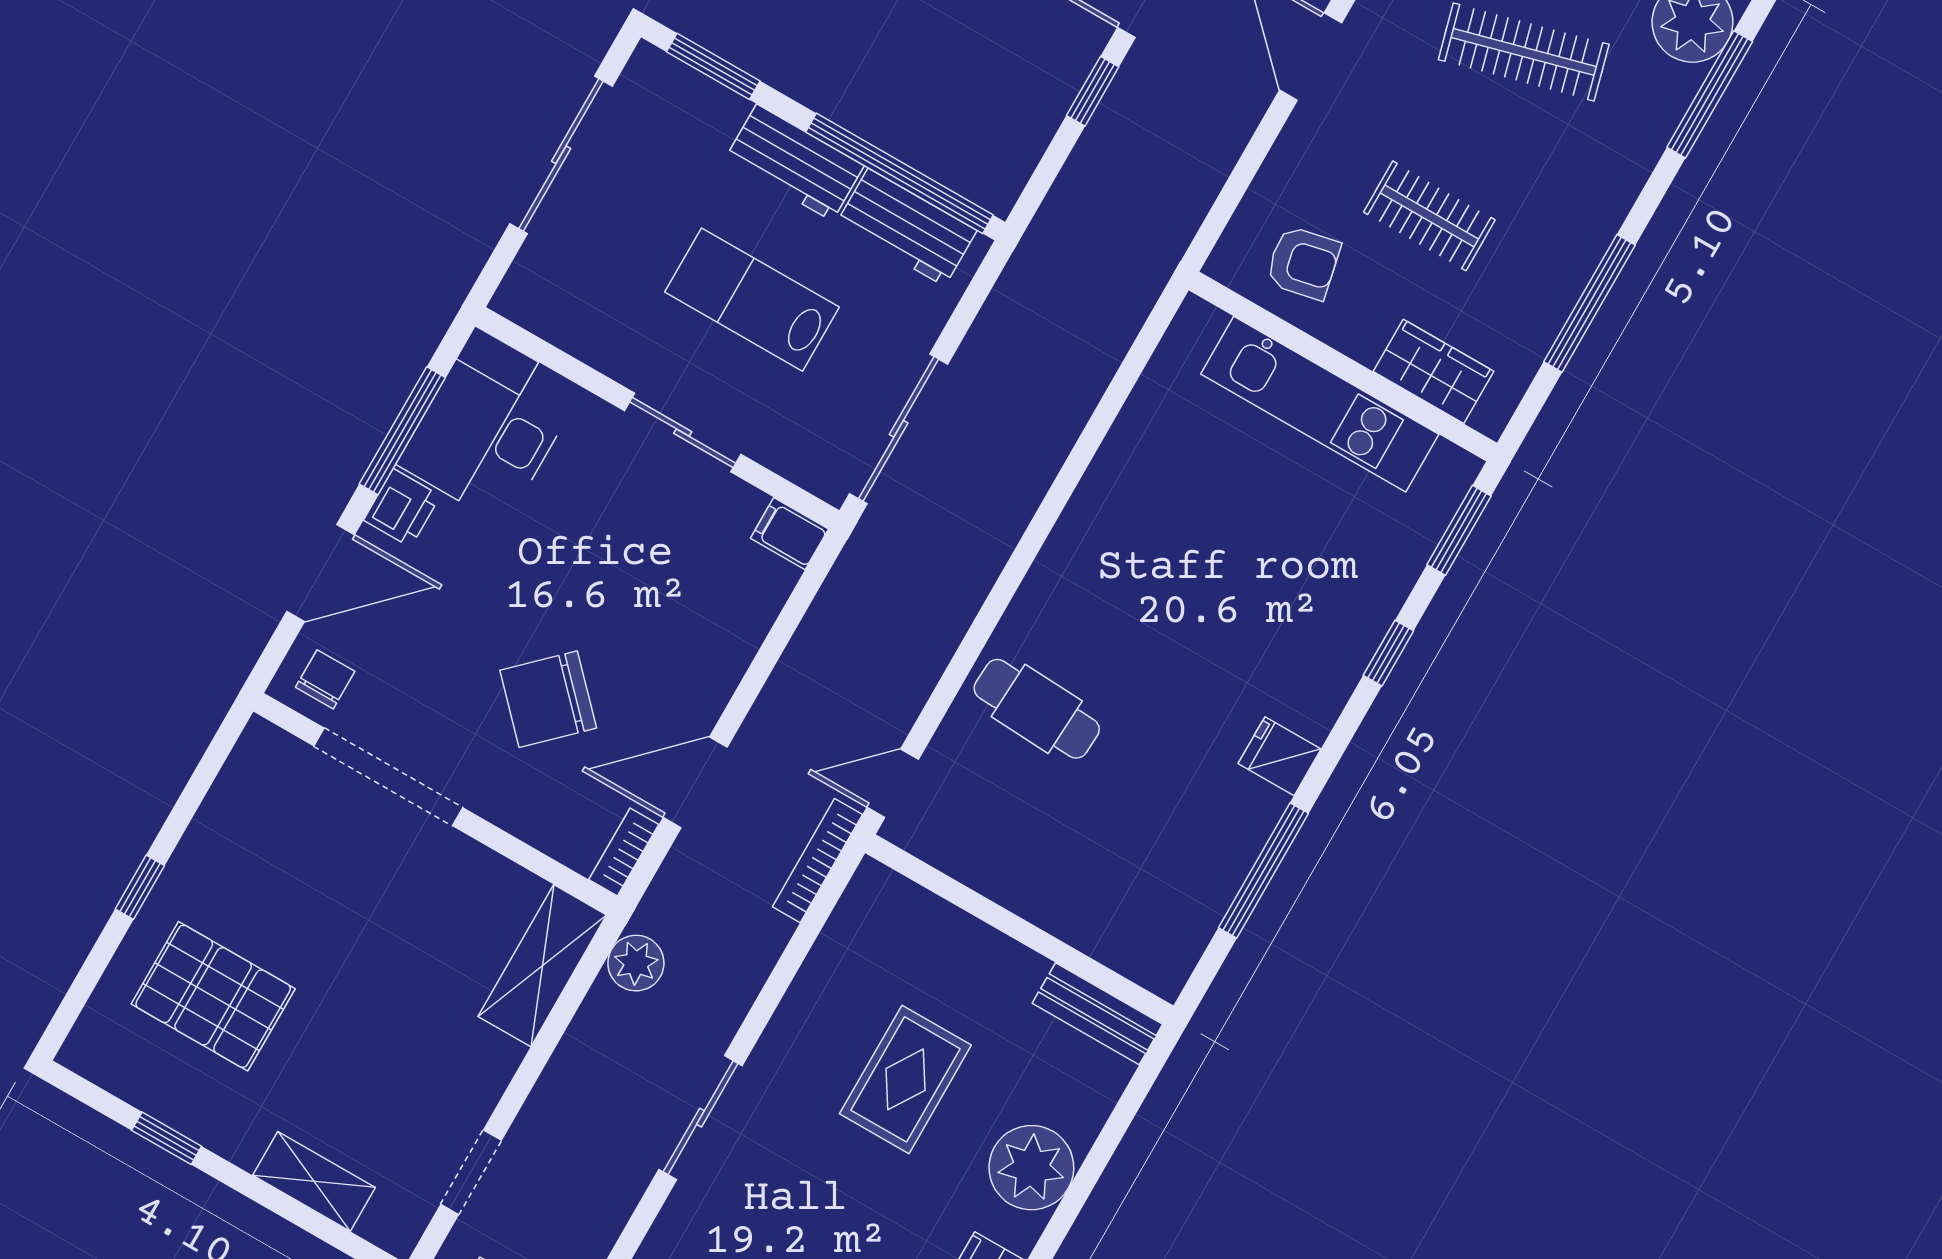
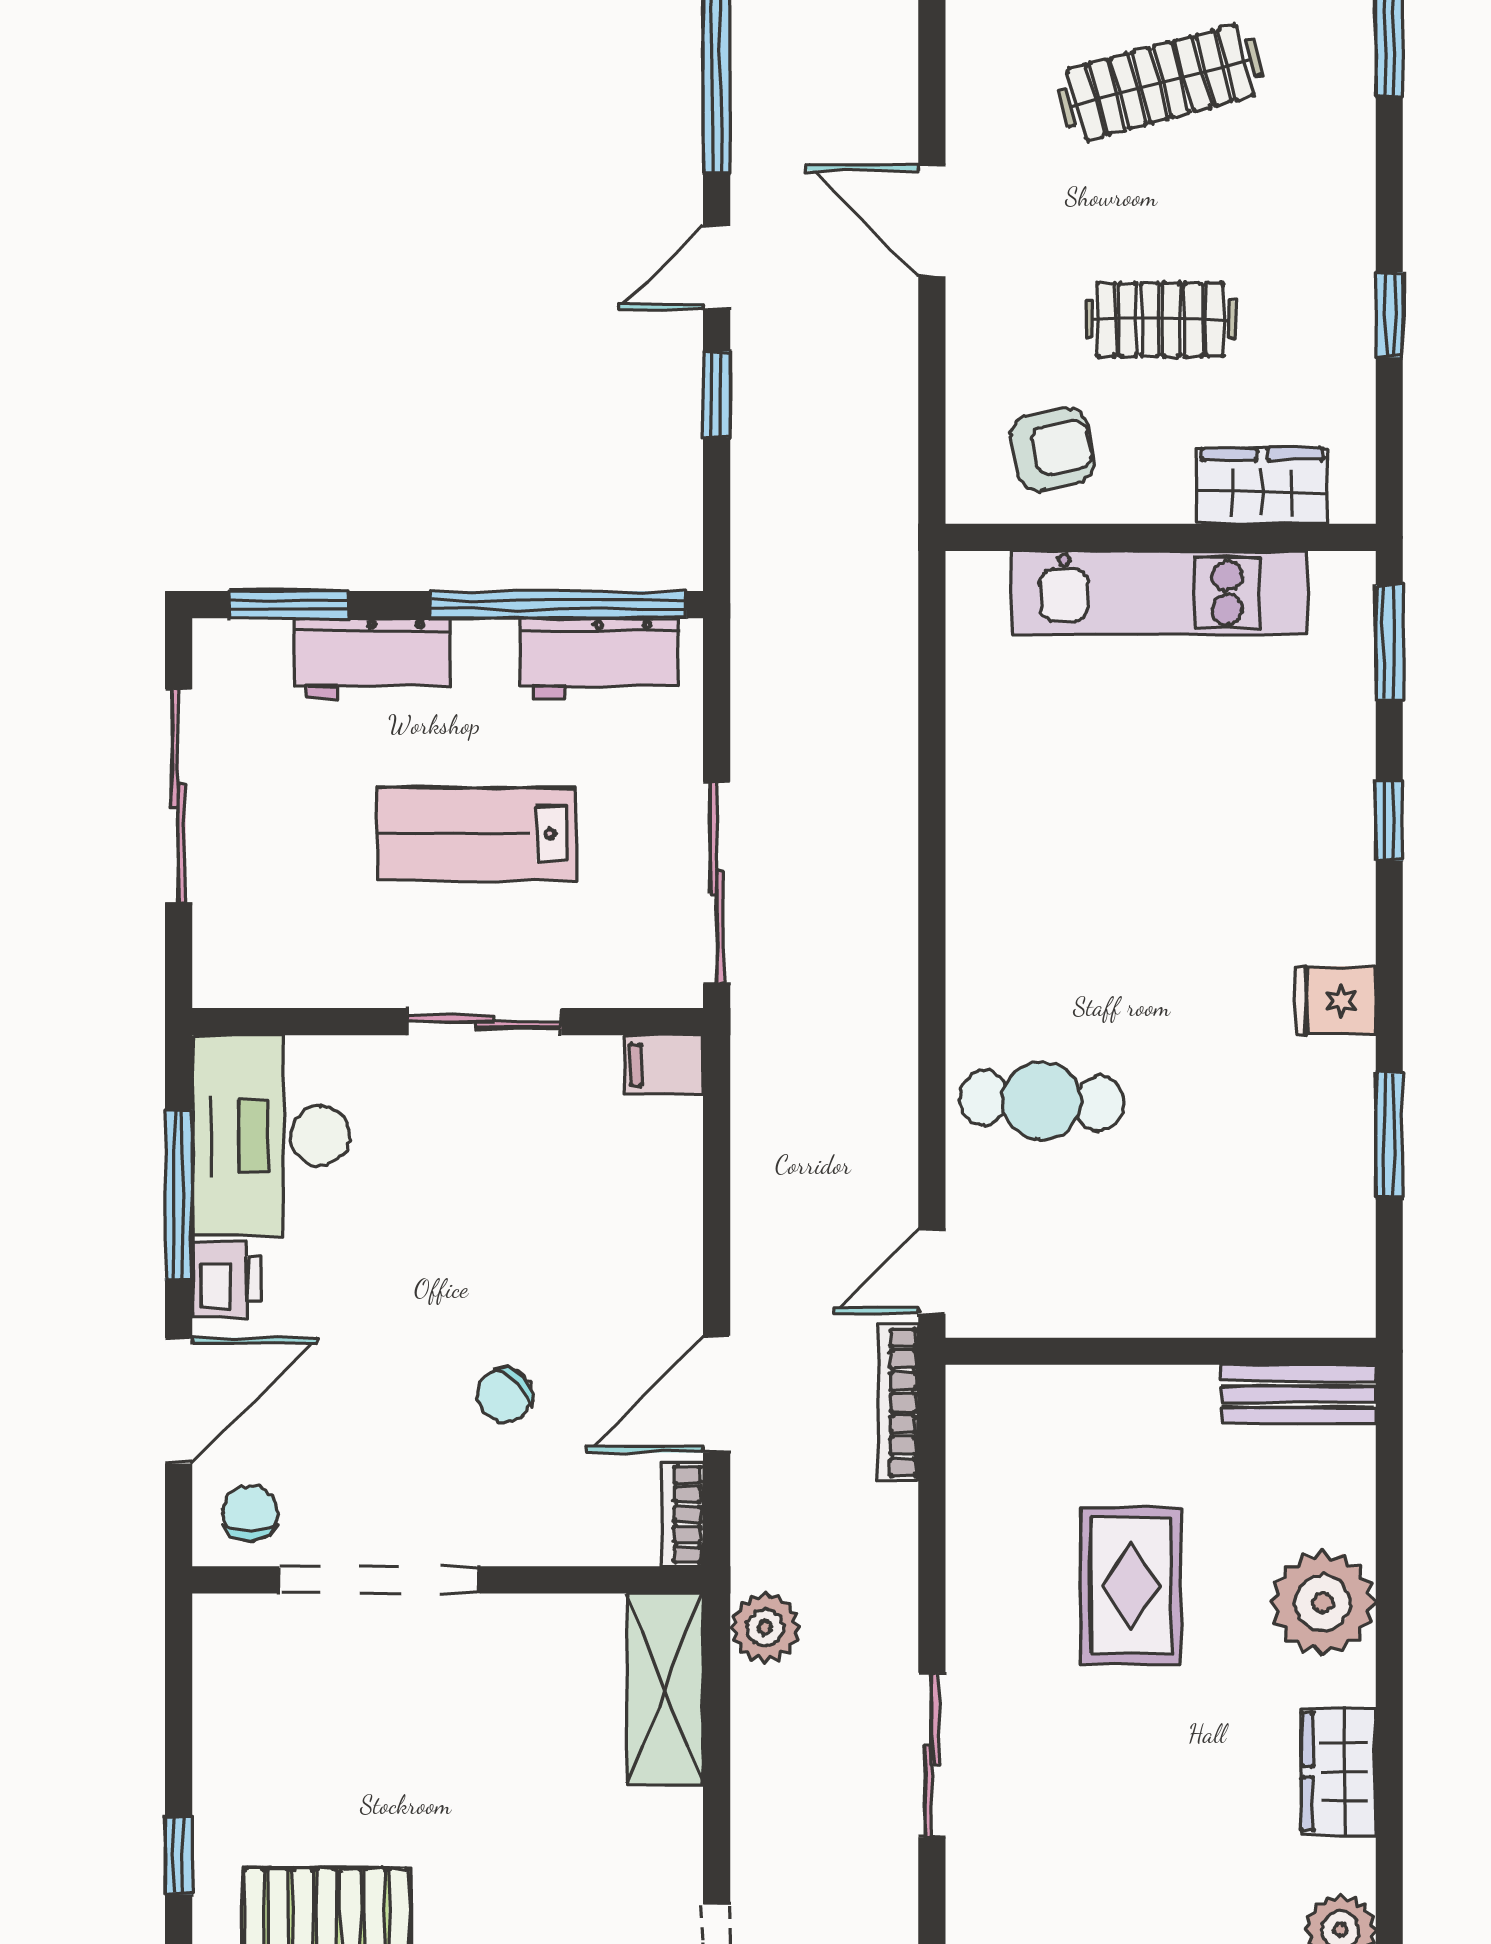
workbench: (794, 163) -> (372, 658), moved
window: (1590, 303) -> (1389, 315), width x0.46
chair: (548, 699) -> (505, 1396), width x0.54, depth x0.54
window: (1263, 870) -> (1389, 1135), width x0.69

